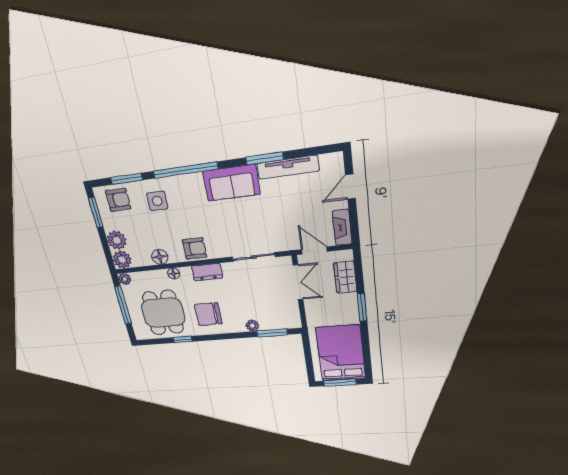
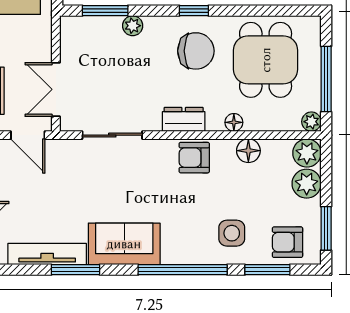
window: (183, 340) -> (194, 11), moved

